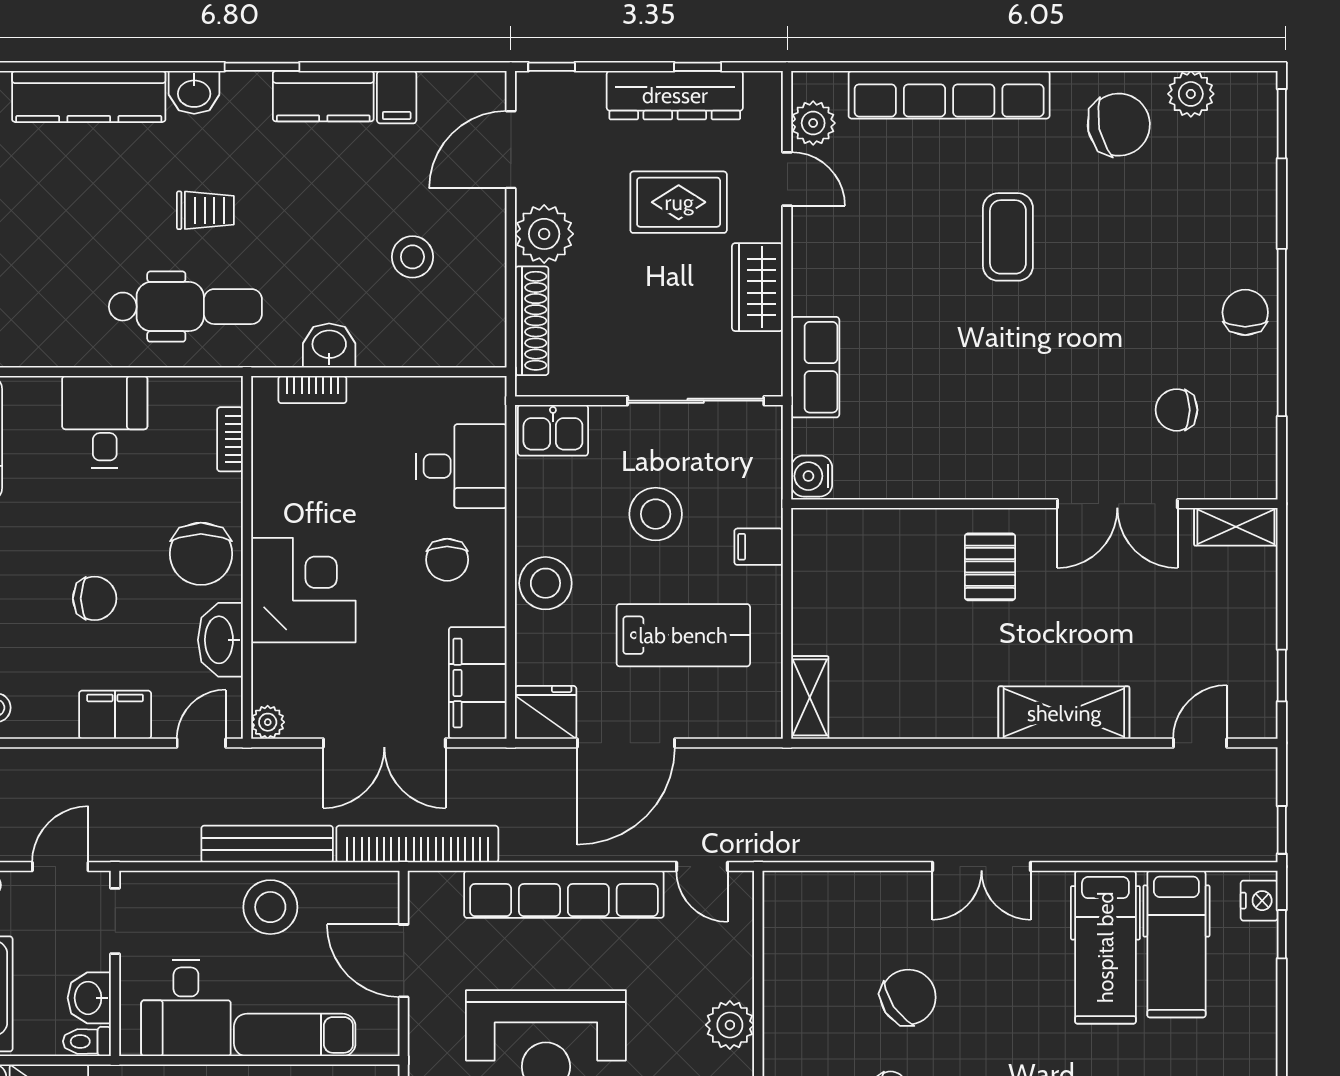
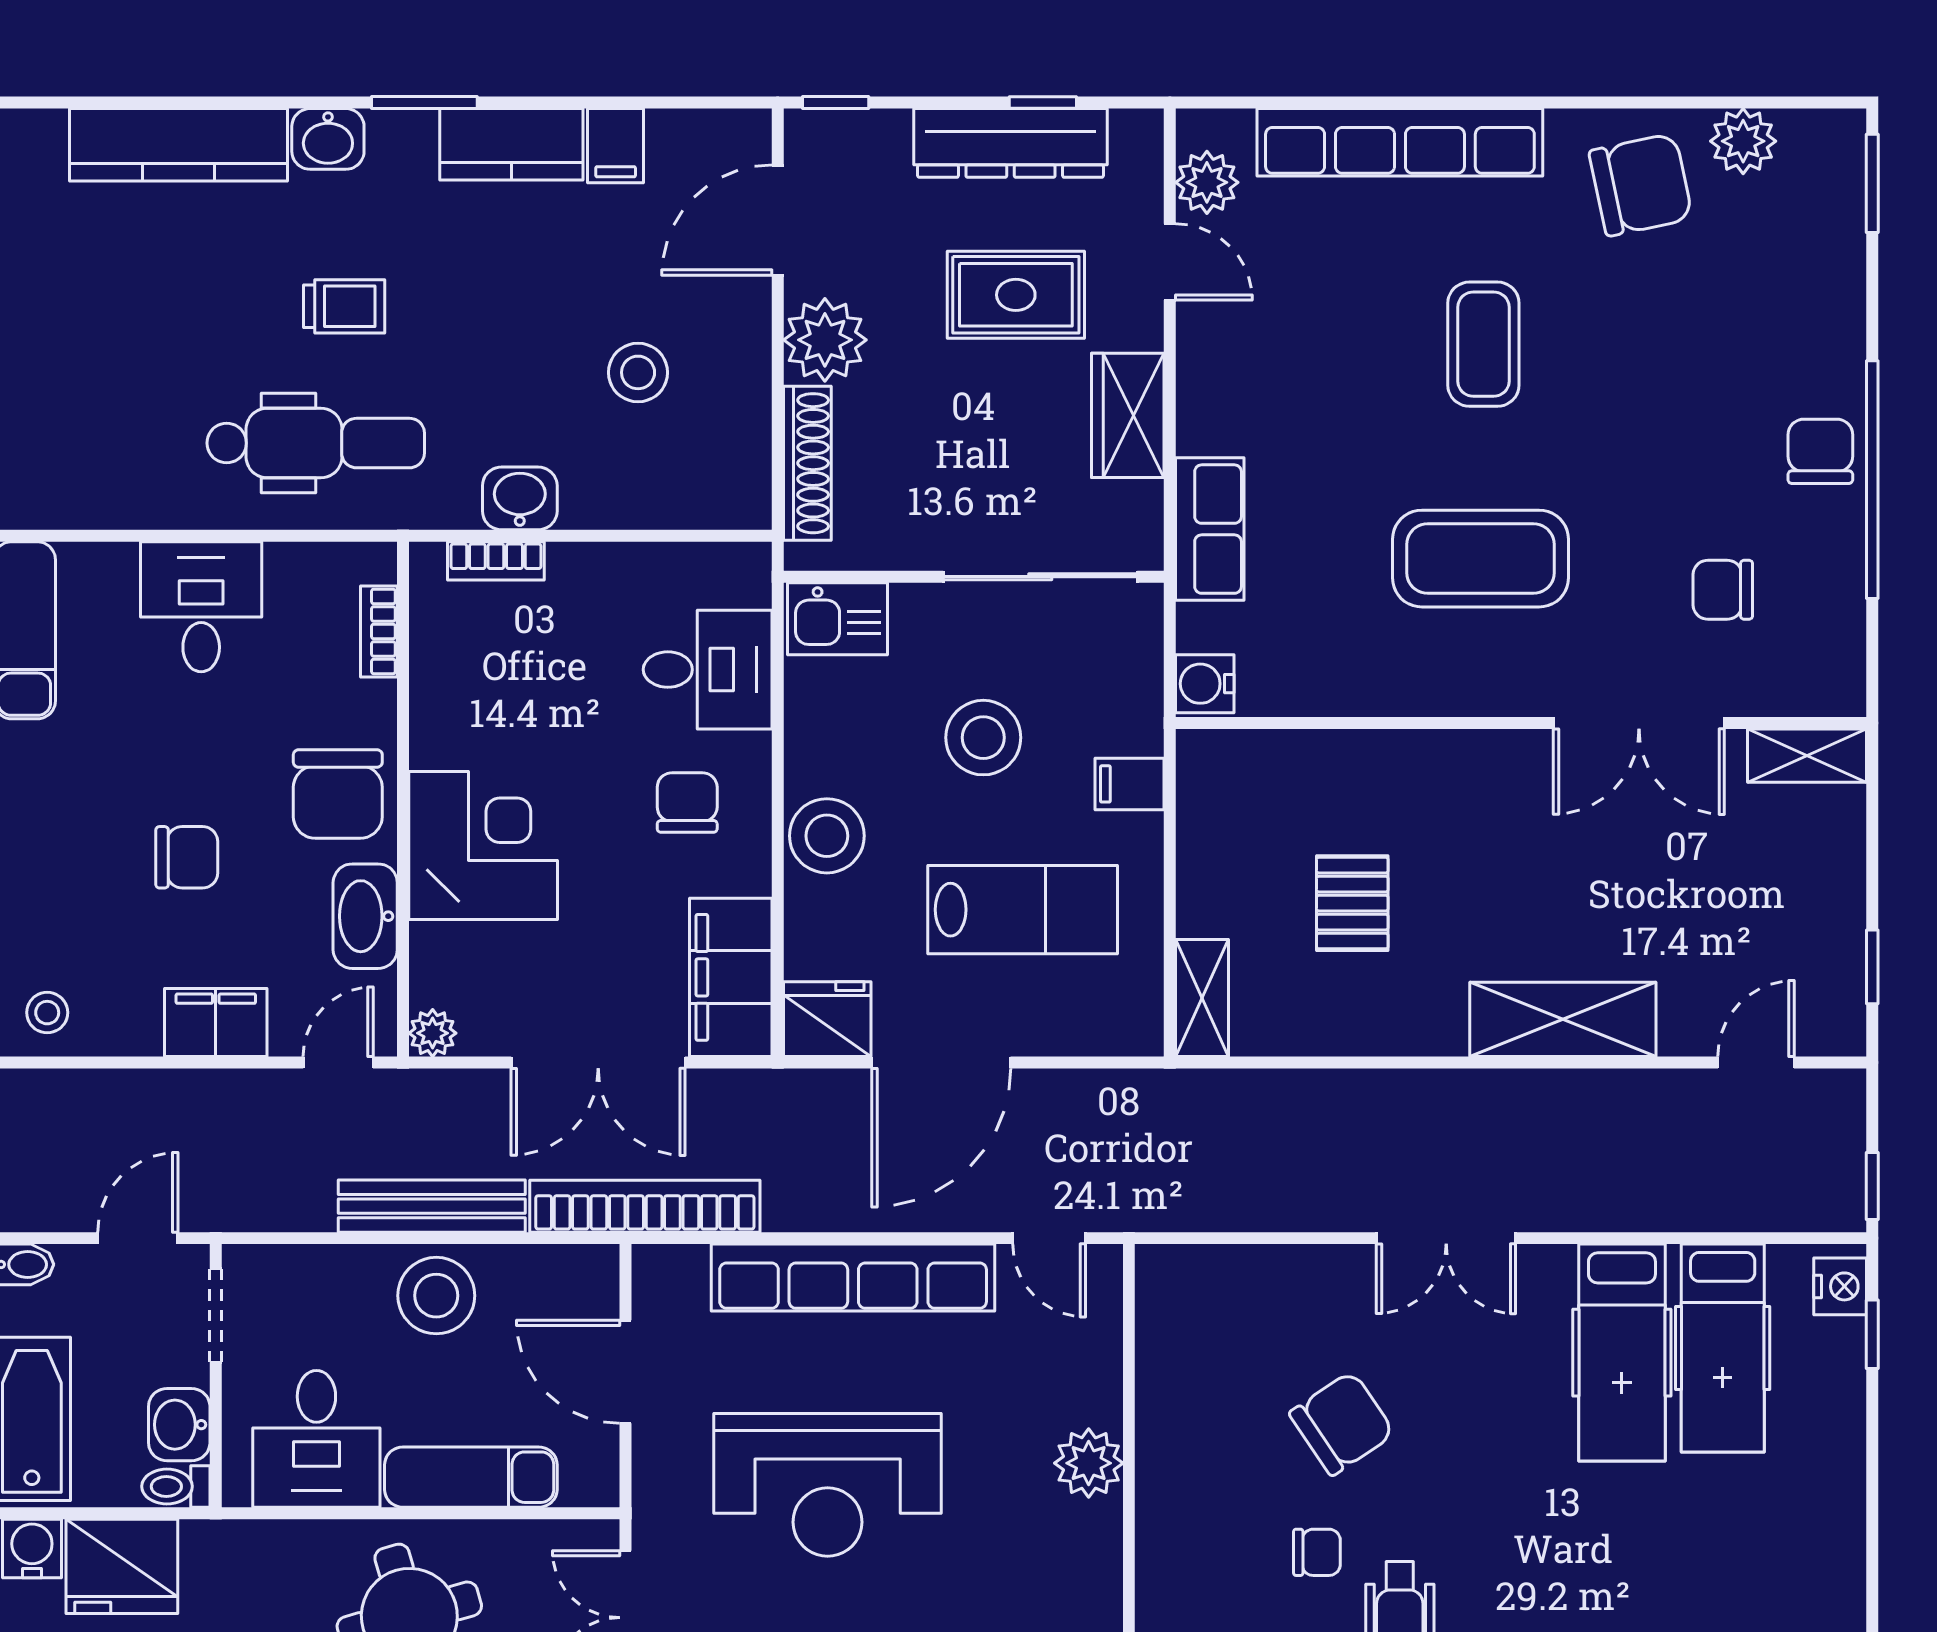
coffee table: (1006, 388) -> (1481, 559), added
chair: (447, 560) -> (687, 802), turned 180
pallet: (990, 567) -> (1352, 903), moved

